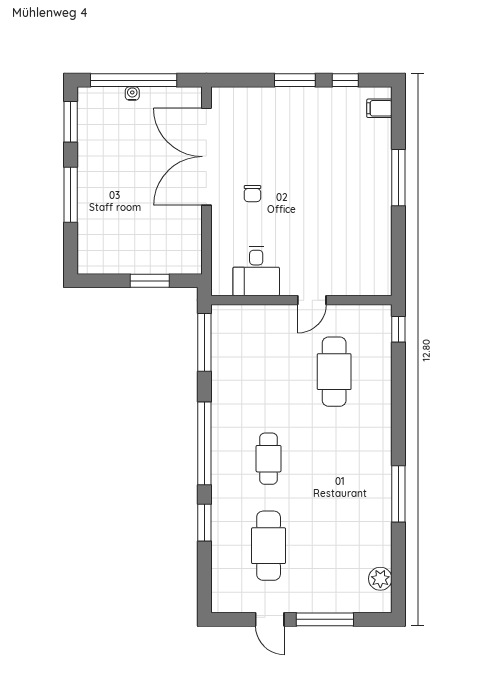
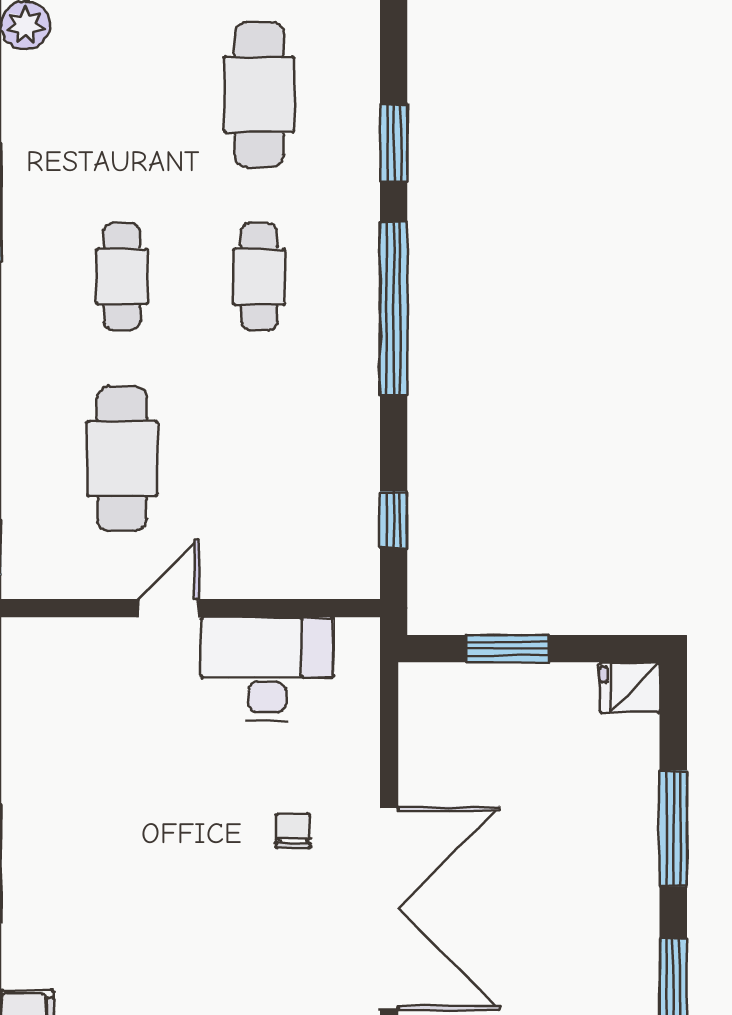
fridge: (91, 262) -> (630, 687), added
desk: (256, 271) -> (267, 669), width x1.37
window: (204, 342) -> (394, 520), width x0.46
cafe table: (334, 459) -> (122, 277), added

